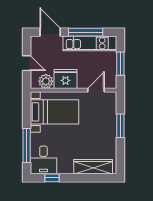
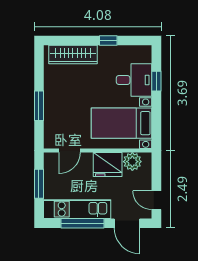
door: (27, 63) -> (156, 200), moved
window: (27, 145) -> (156, 81), width x0.46
desk: (43, 160) -> (134, 80), moved, turned 90
window: (52, 178) -> (108, 41), moved

